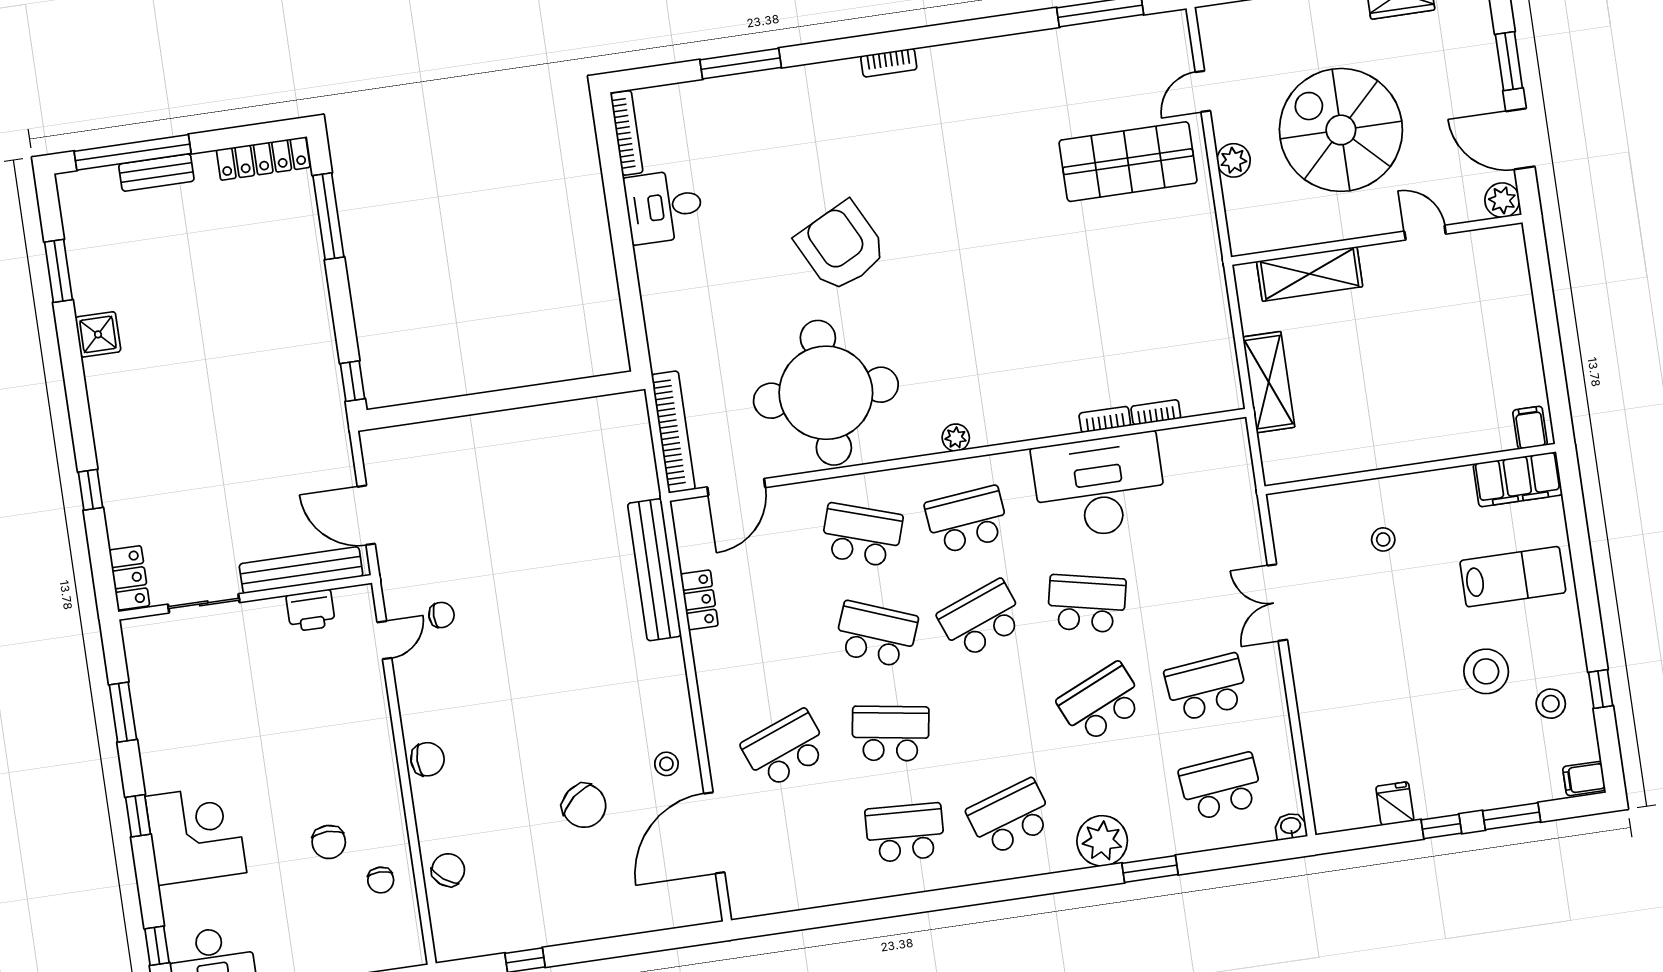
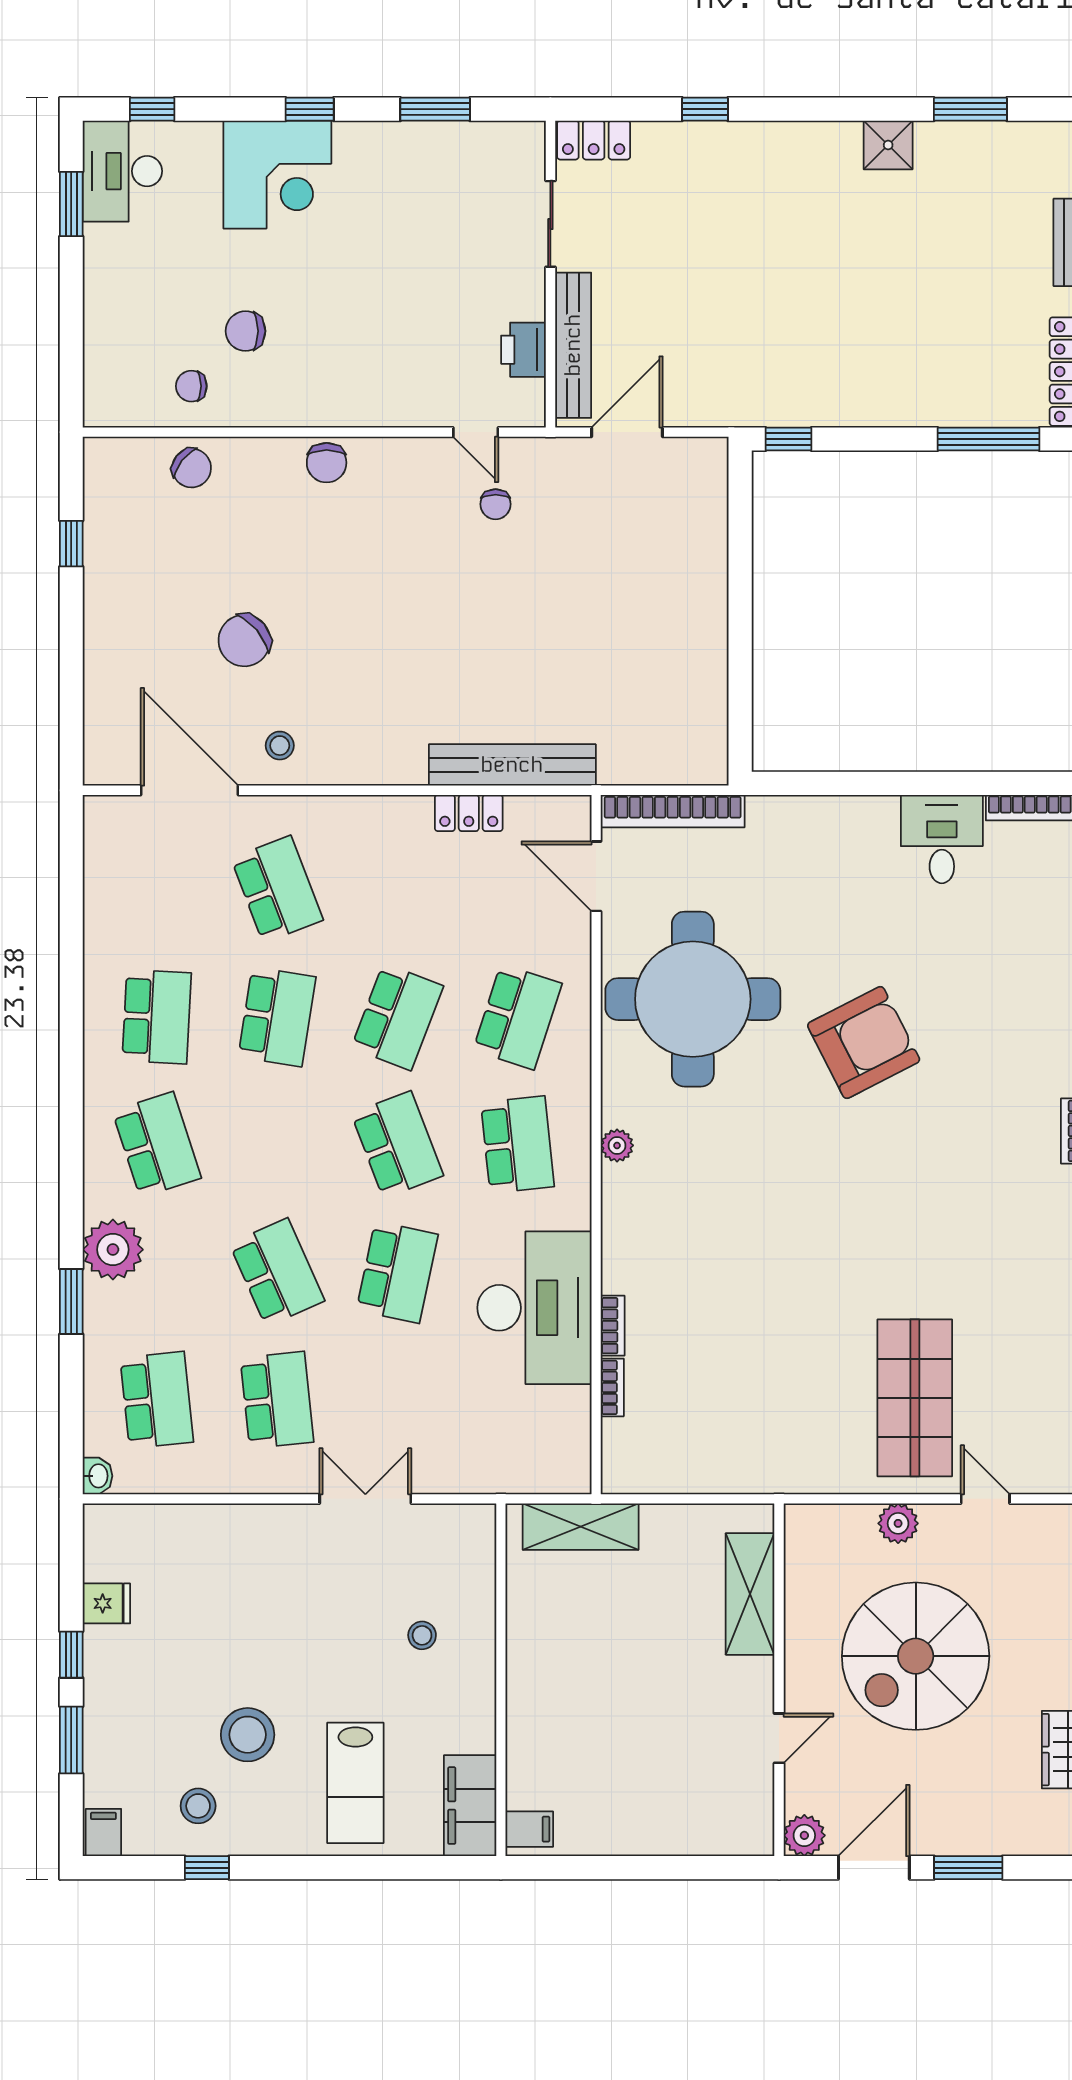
spiral stairs: (1341, 130) -> (916, 1656), turned 180
shelving: (1269, 382) -> (581, 1527), moved

